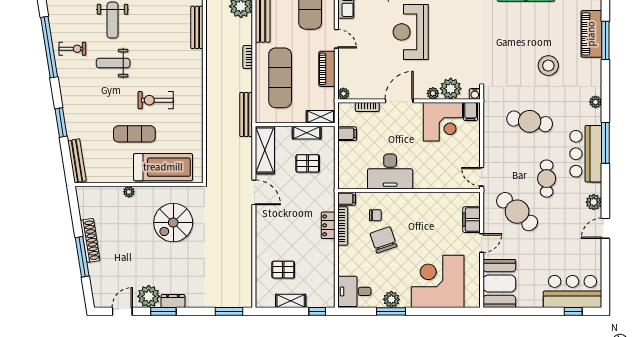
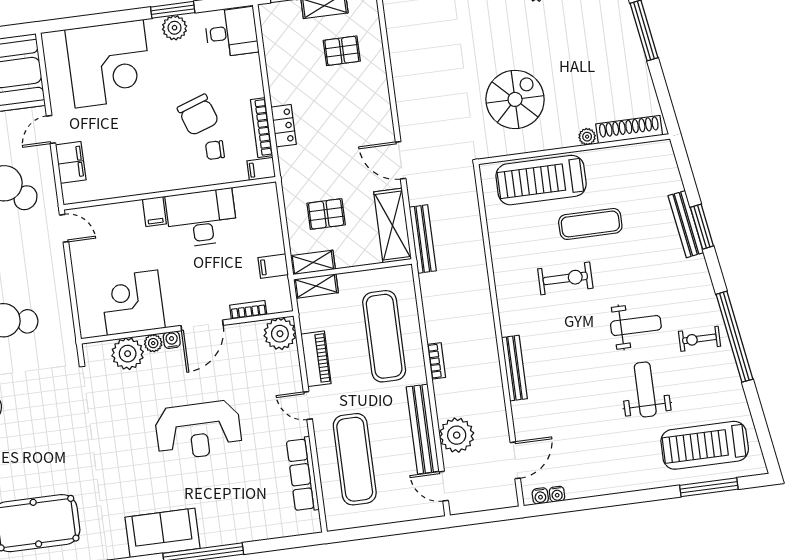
bench: (197, 27) -> (514, 368), moved
reception desk: (411, 32) -> (198, 430), turned 90
plant: (343, 94) -> (280, 334), width x1.88, depth x1.88
water cooler: (475, 94) -> (172, 340), moved
filing cabinet: (471, 111) -> (154, 211), moved, turned 180
bench: (246, 114) -> (423, 239), moved
shelving: (307, 133) -> (313, 262), moved
bench: (77, 161) -> (686, 224), moved
shoe rack: (90, 240) -> (629, 129), moved, turned 99

